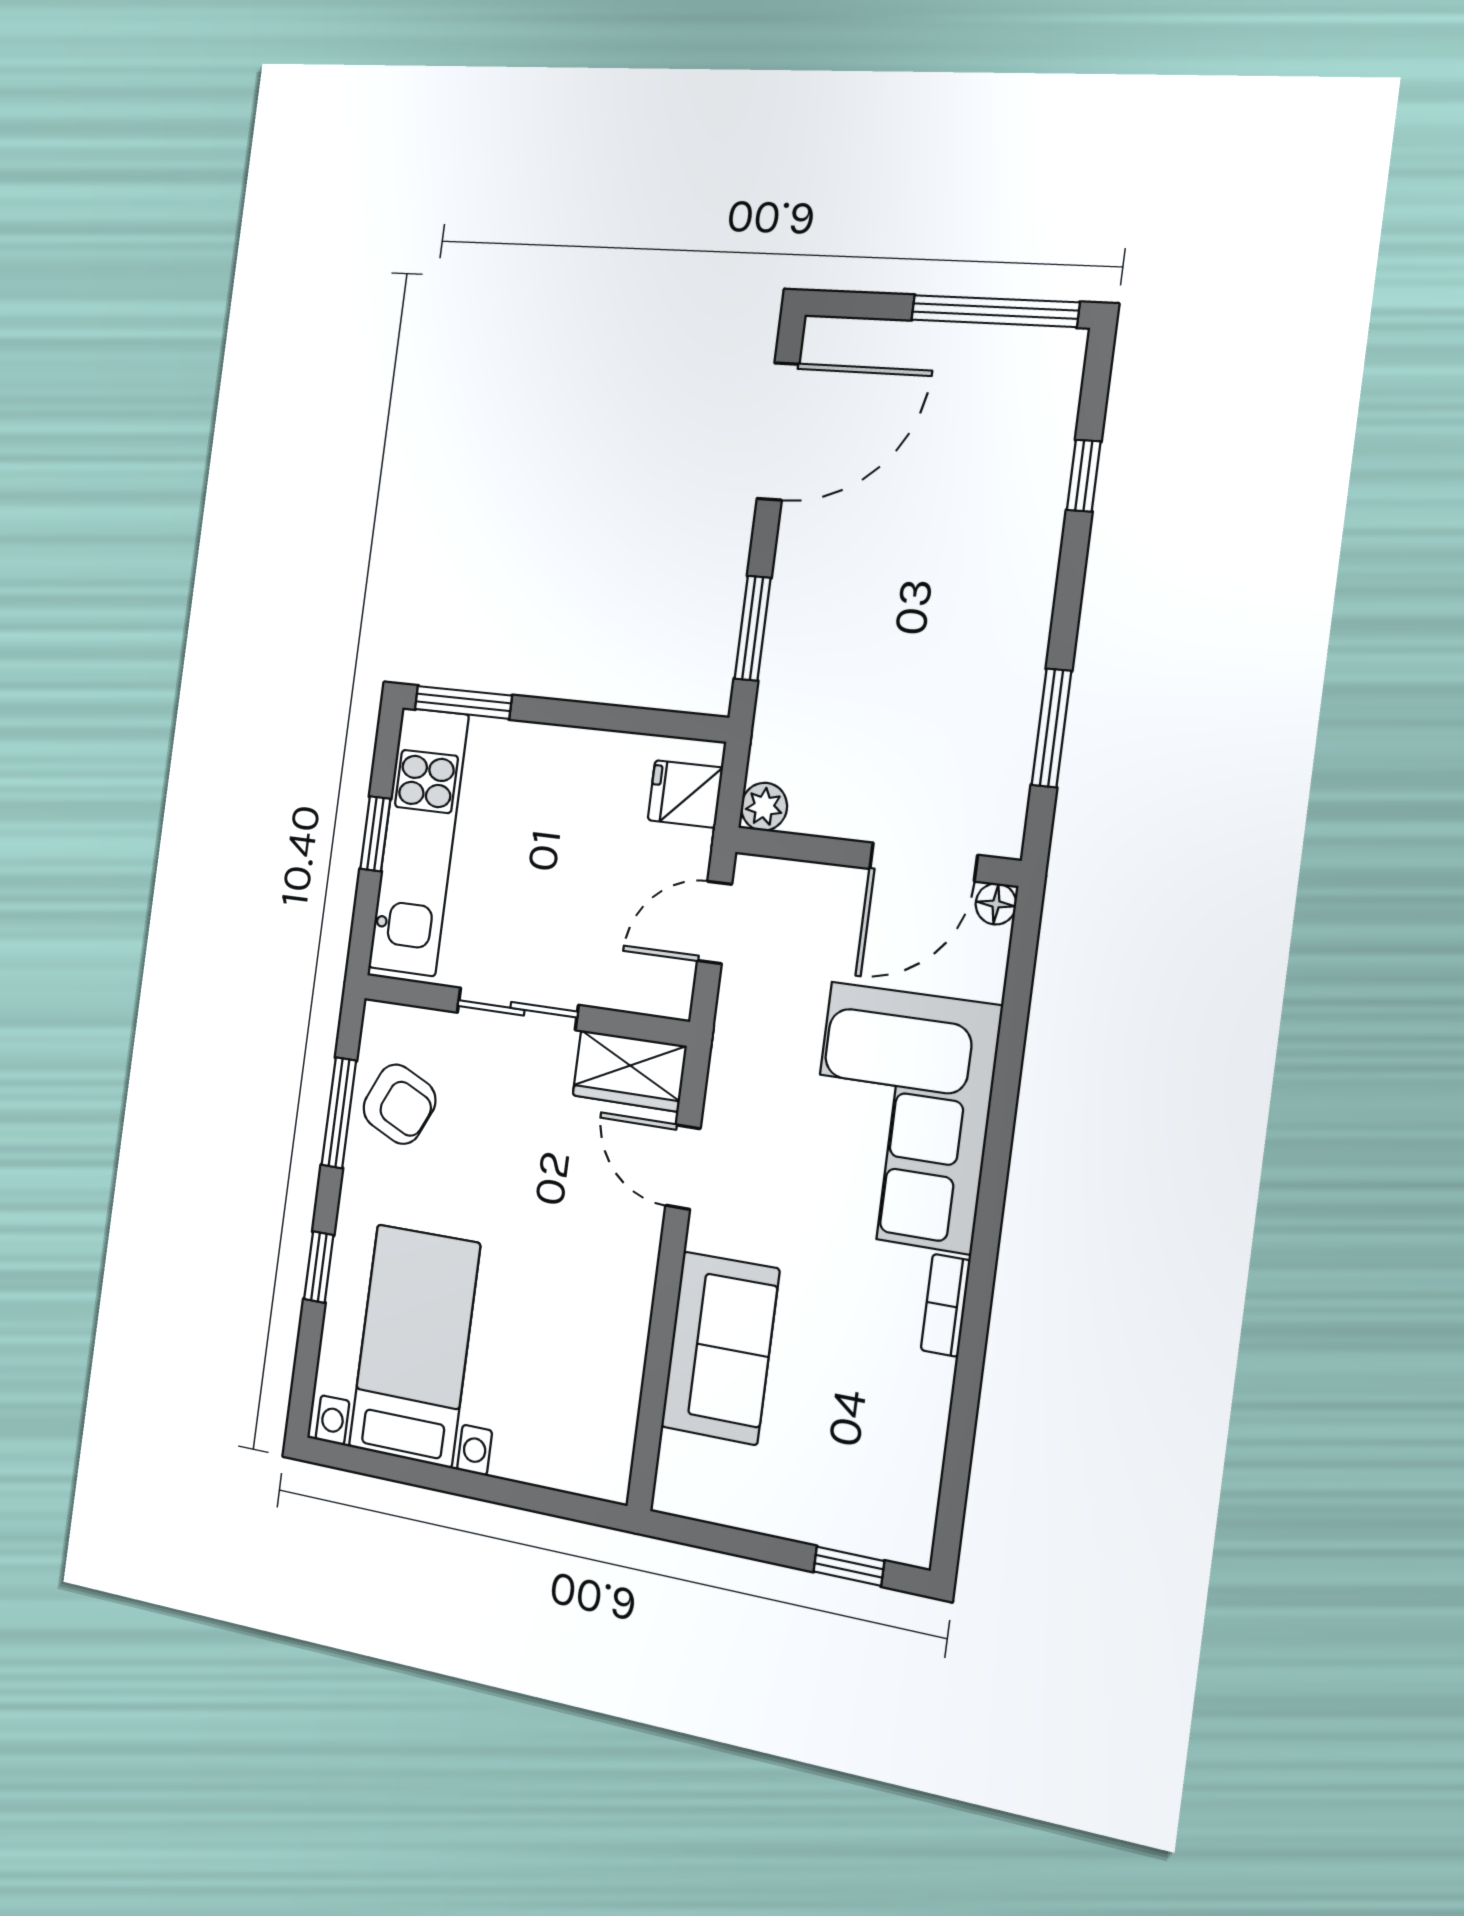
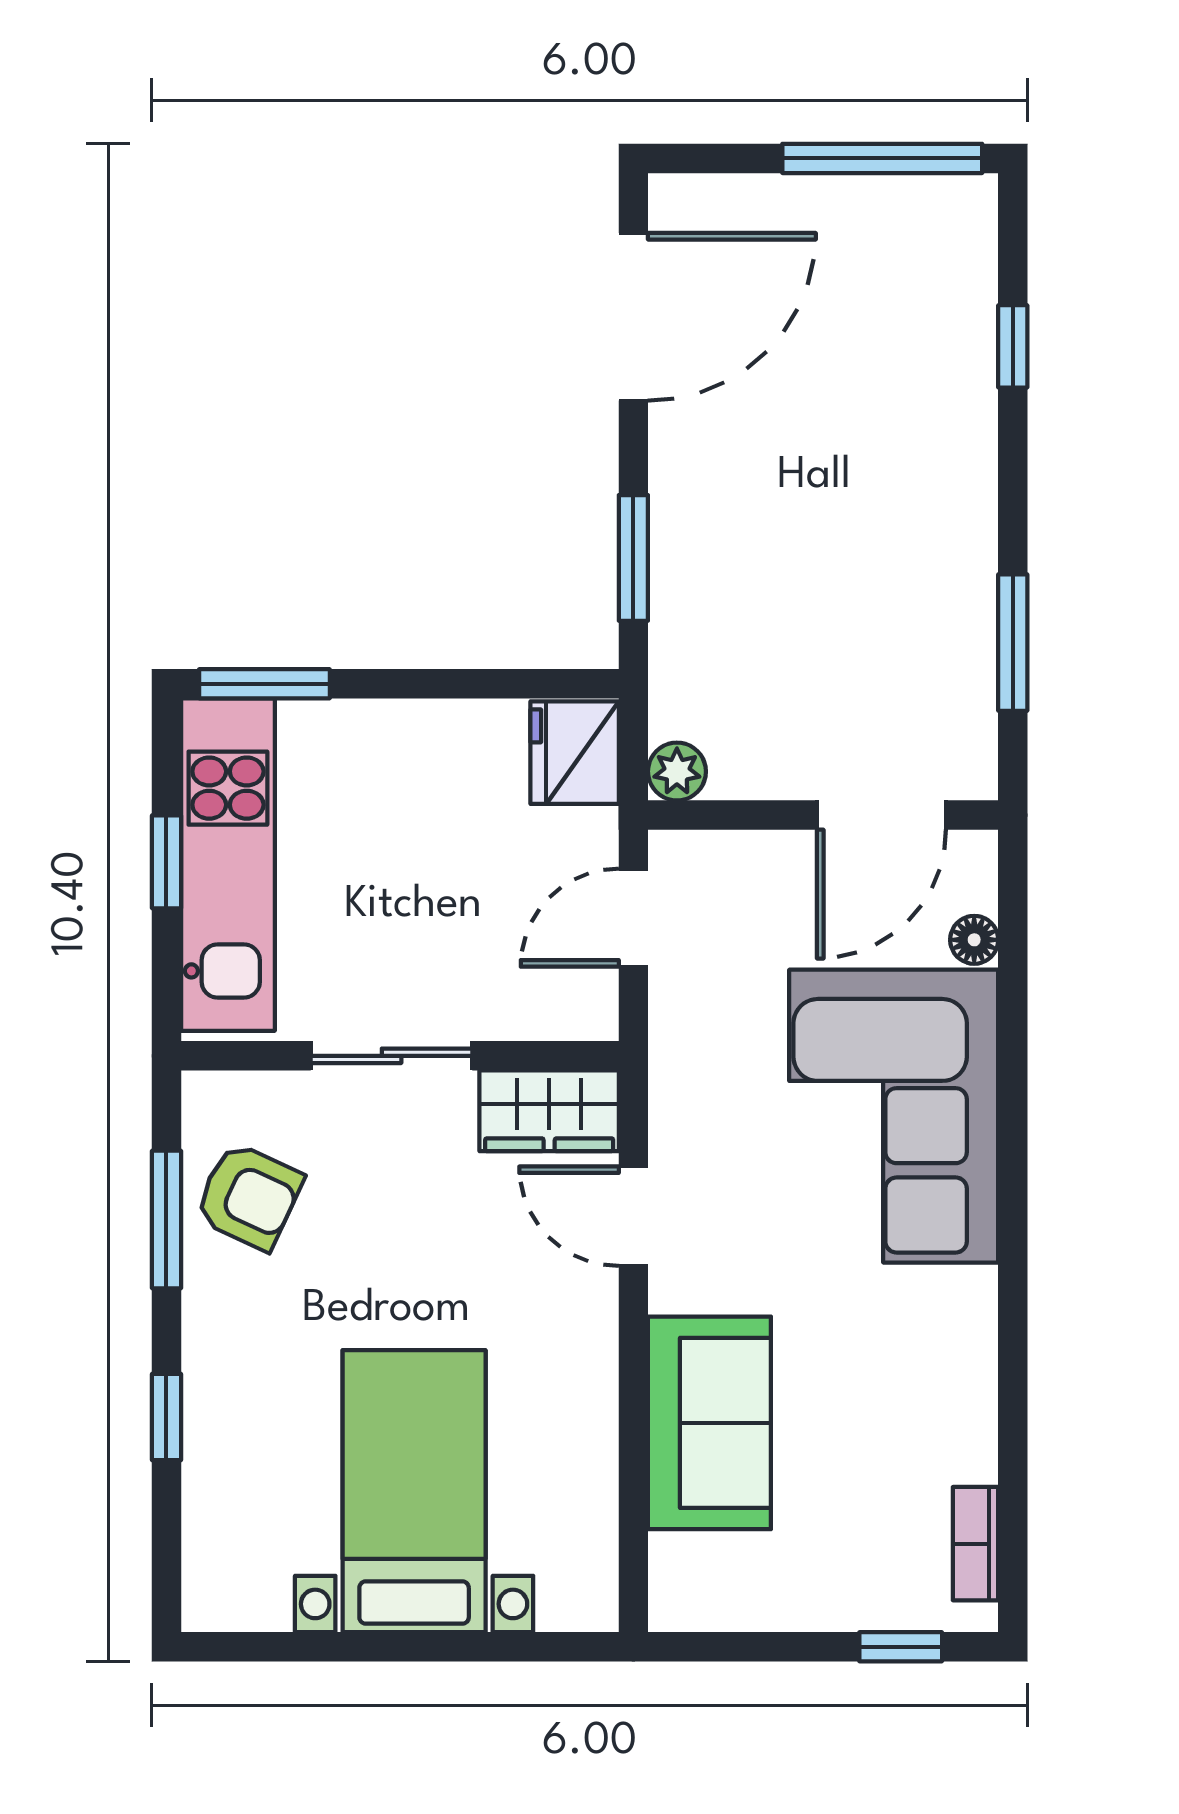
fridge: (685, 794) -> (575, 753), width x1.38
floor lamp: (996, 904) -> (974, 940), moved
bookcase: (946, 1305) -> (976, 1544), moved
bed with nightstands: (414, 1345) -> (414, 1491), moved

